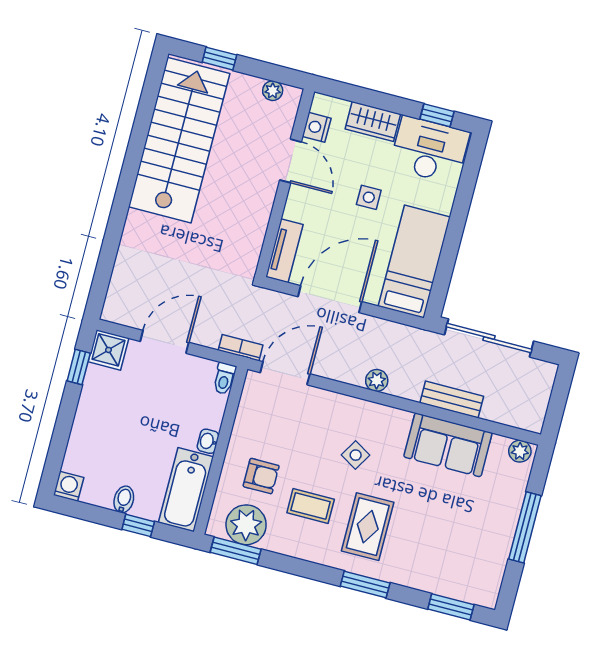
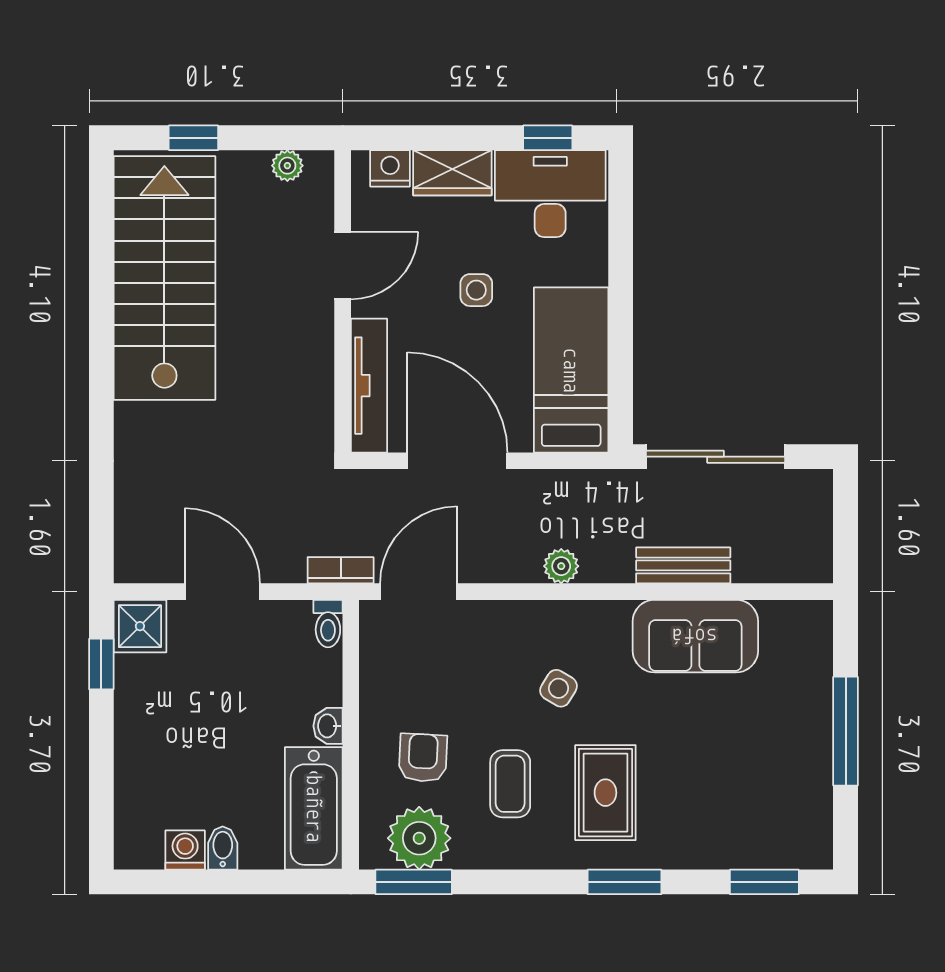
nightstand: (317, 127) -> (390, 168), moved, turned 90
door: (291, 161) -> (343, 266), hinge flipped
tv unit: (284, 251) -> (369, 386), width x1.41
door: (330, 299) -> (457, 461), hinge flipped
door: (165, 342) -> (222, 592), hinge flipped
plant: (520, 451) -> (808, 617), removed
armchair: (261, 476) -> (423, 758), turned -87
washing machine: (69, 486) -> (185, 850), moved
coffee table: (311, 506) -> (510, 784), turned 90
window: (138, 525) -> (255, 882), removed

